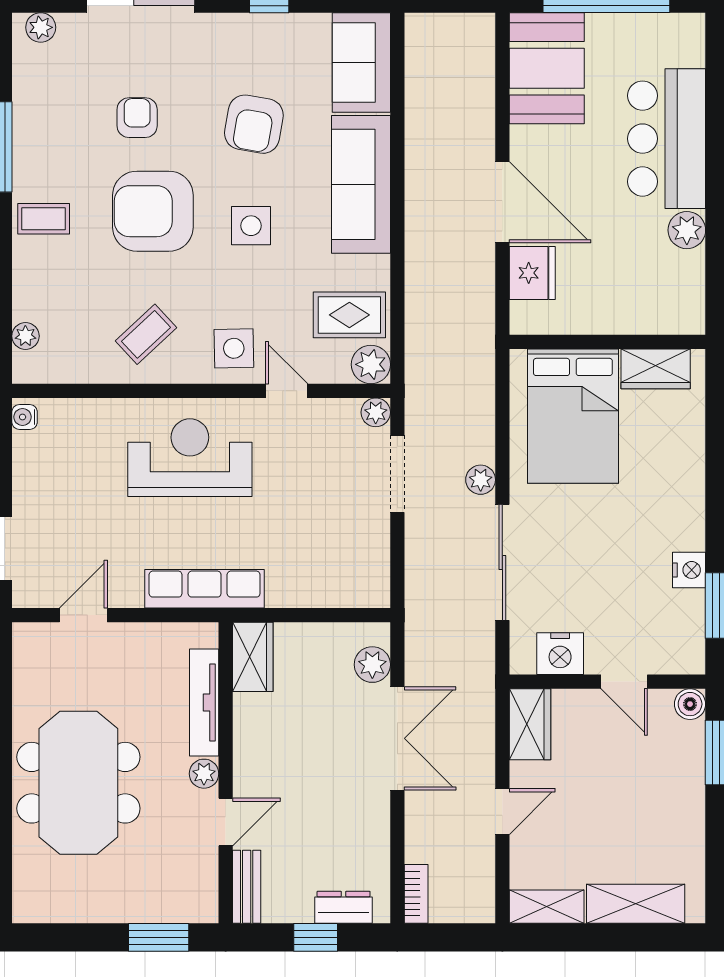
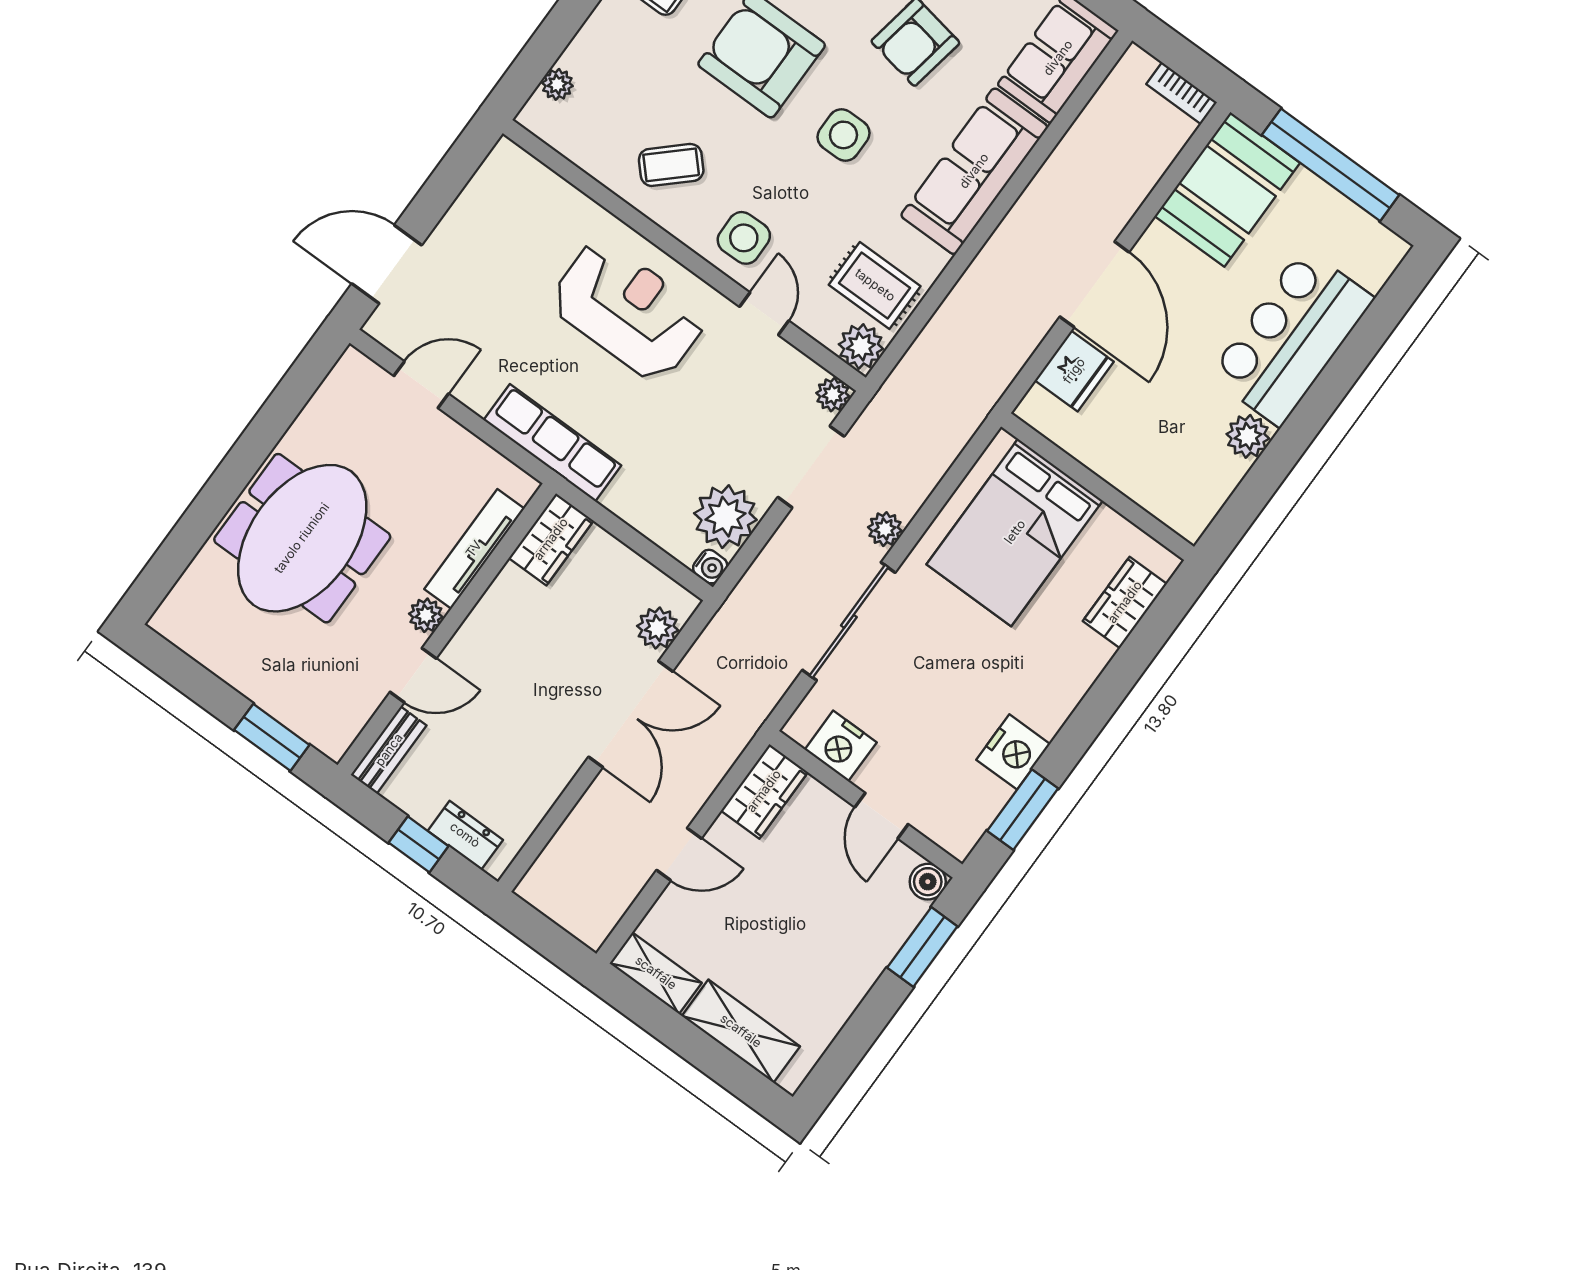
wardrobe: (656, 369) -> (1125, 602), moved, turned 90
water cooler: (25, 417) -> (710, 567), moved, turned 180
plant: (363, 552) -> (725, 517), added
nightstand: (689, 570) -> (1013, 752), width x1.36, depth x1.33
bookcase: (416, 894) -> (1182, 93), moved, turned 90

